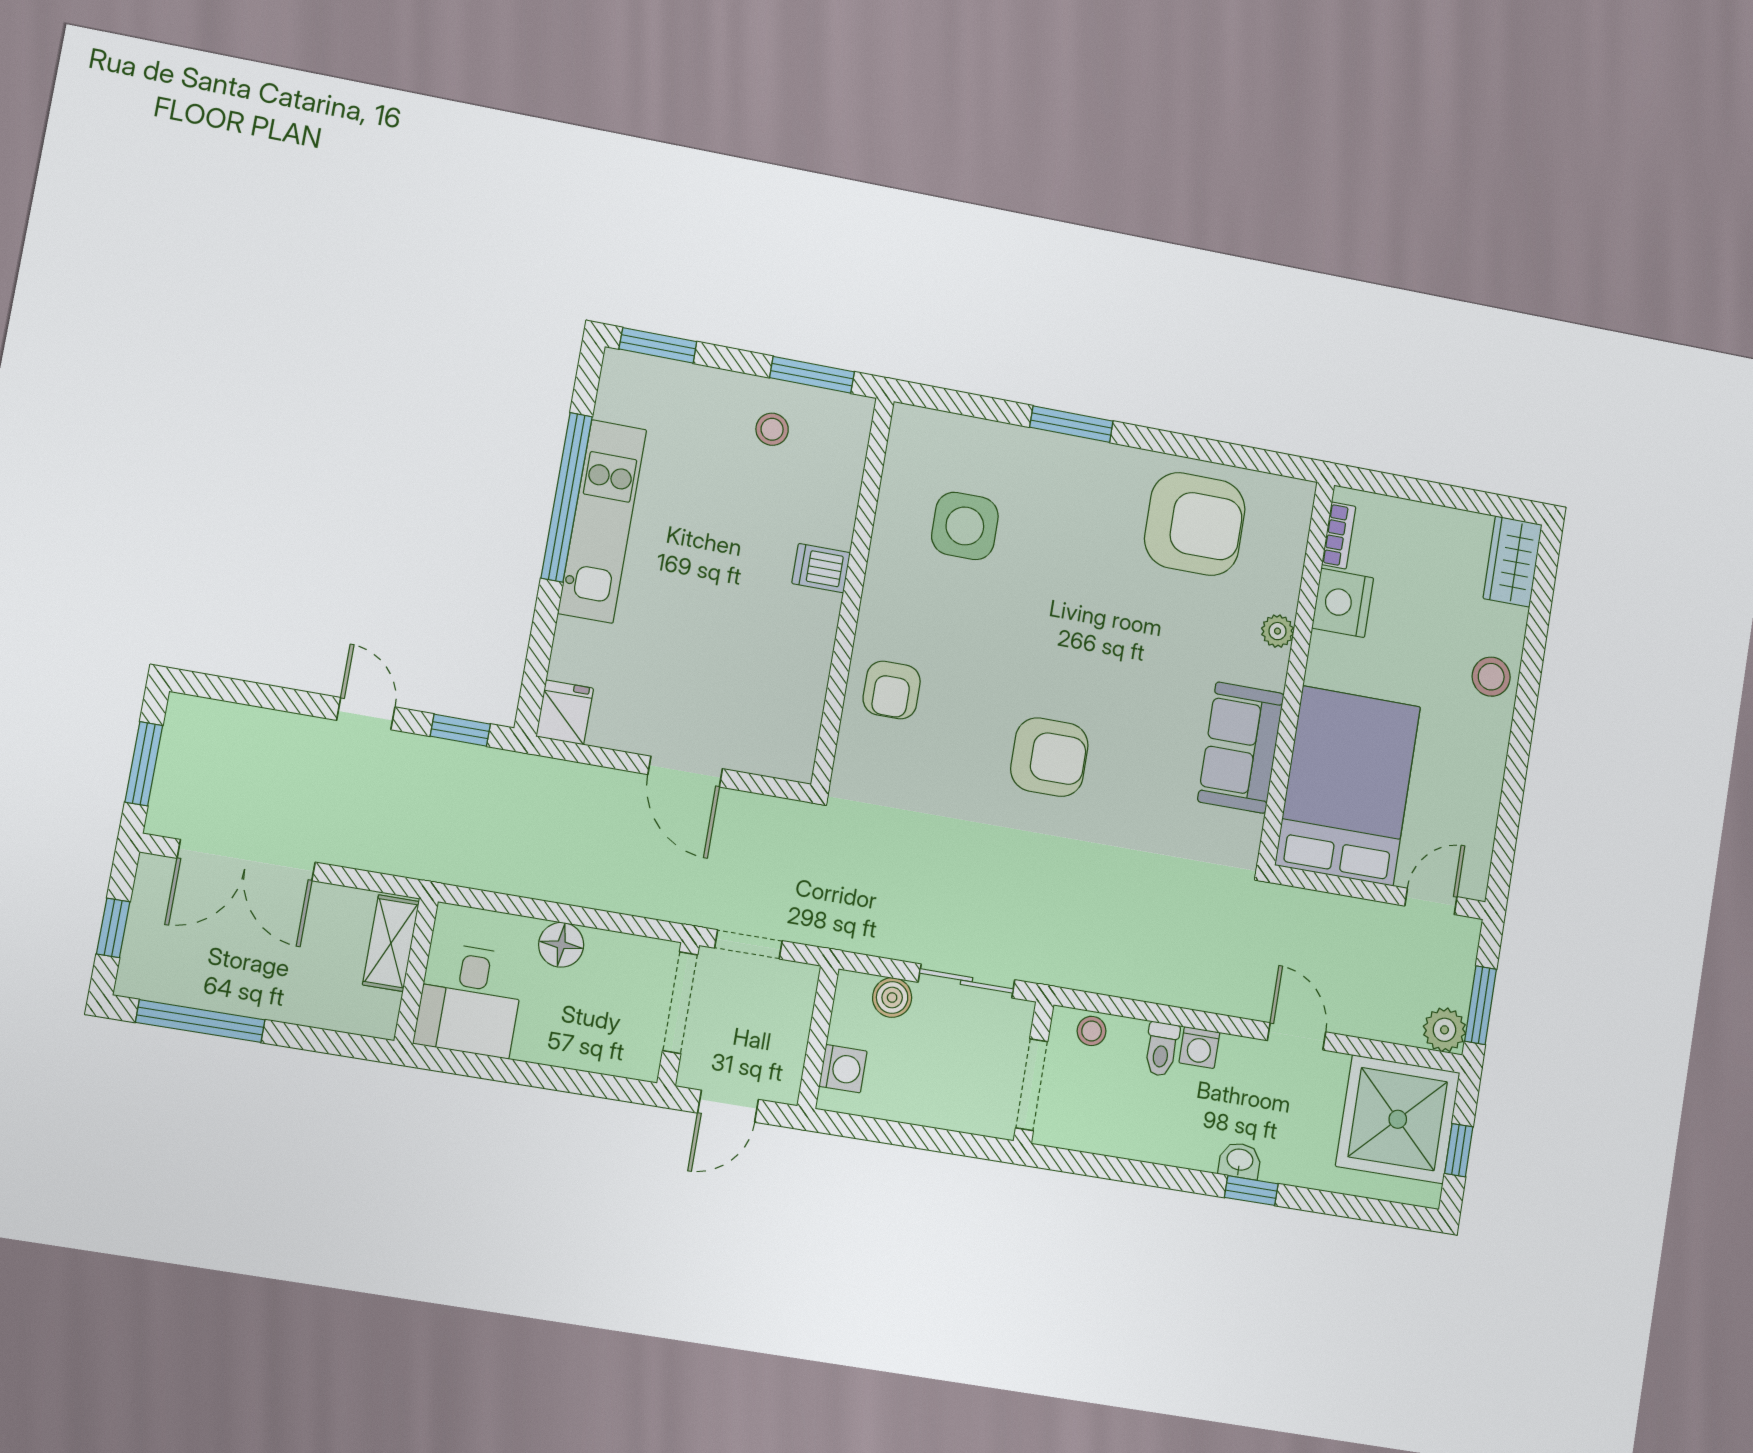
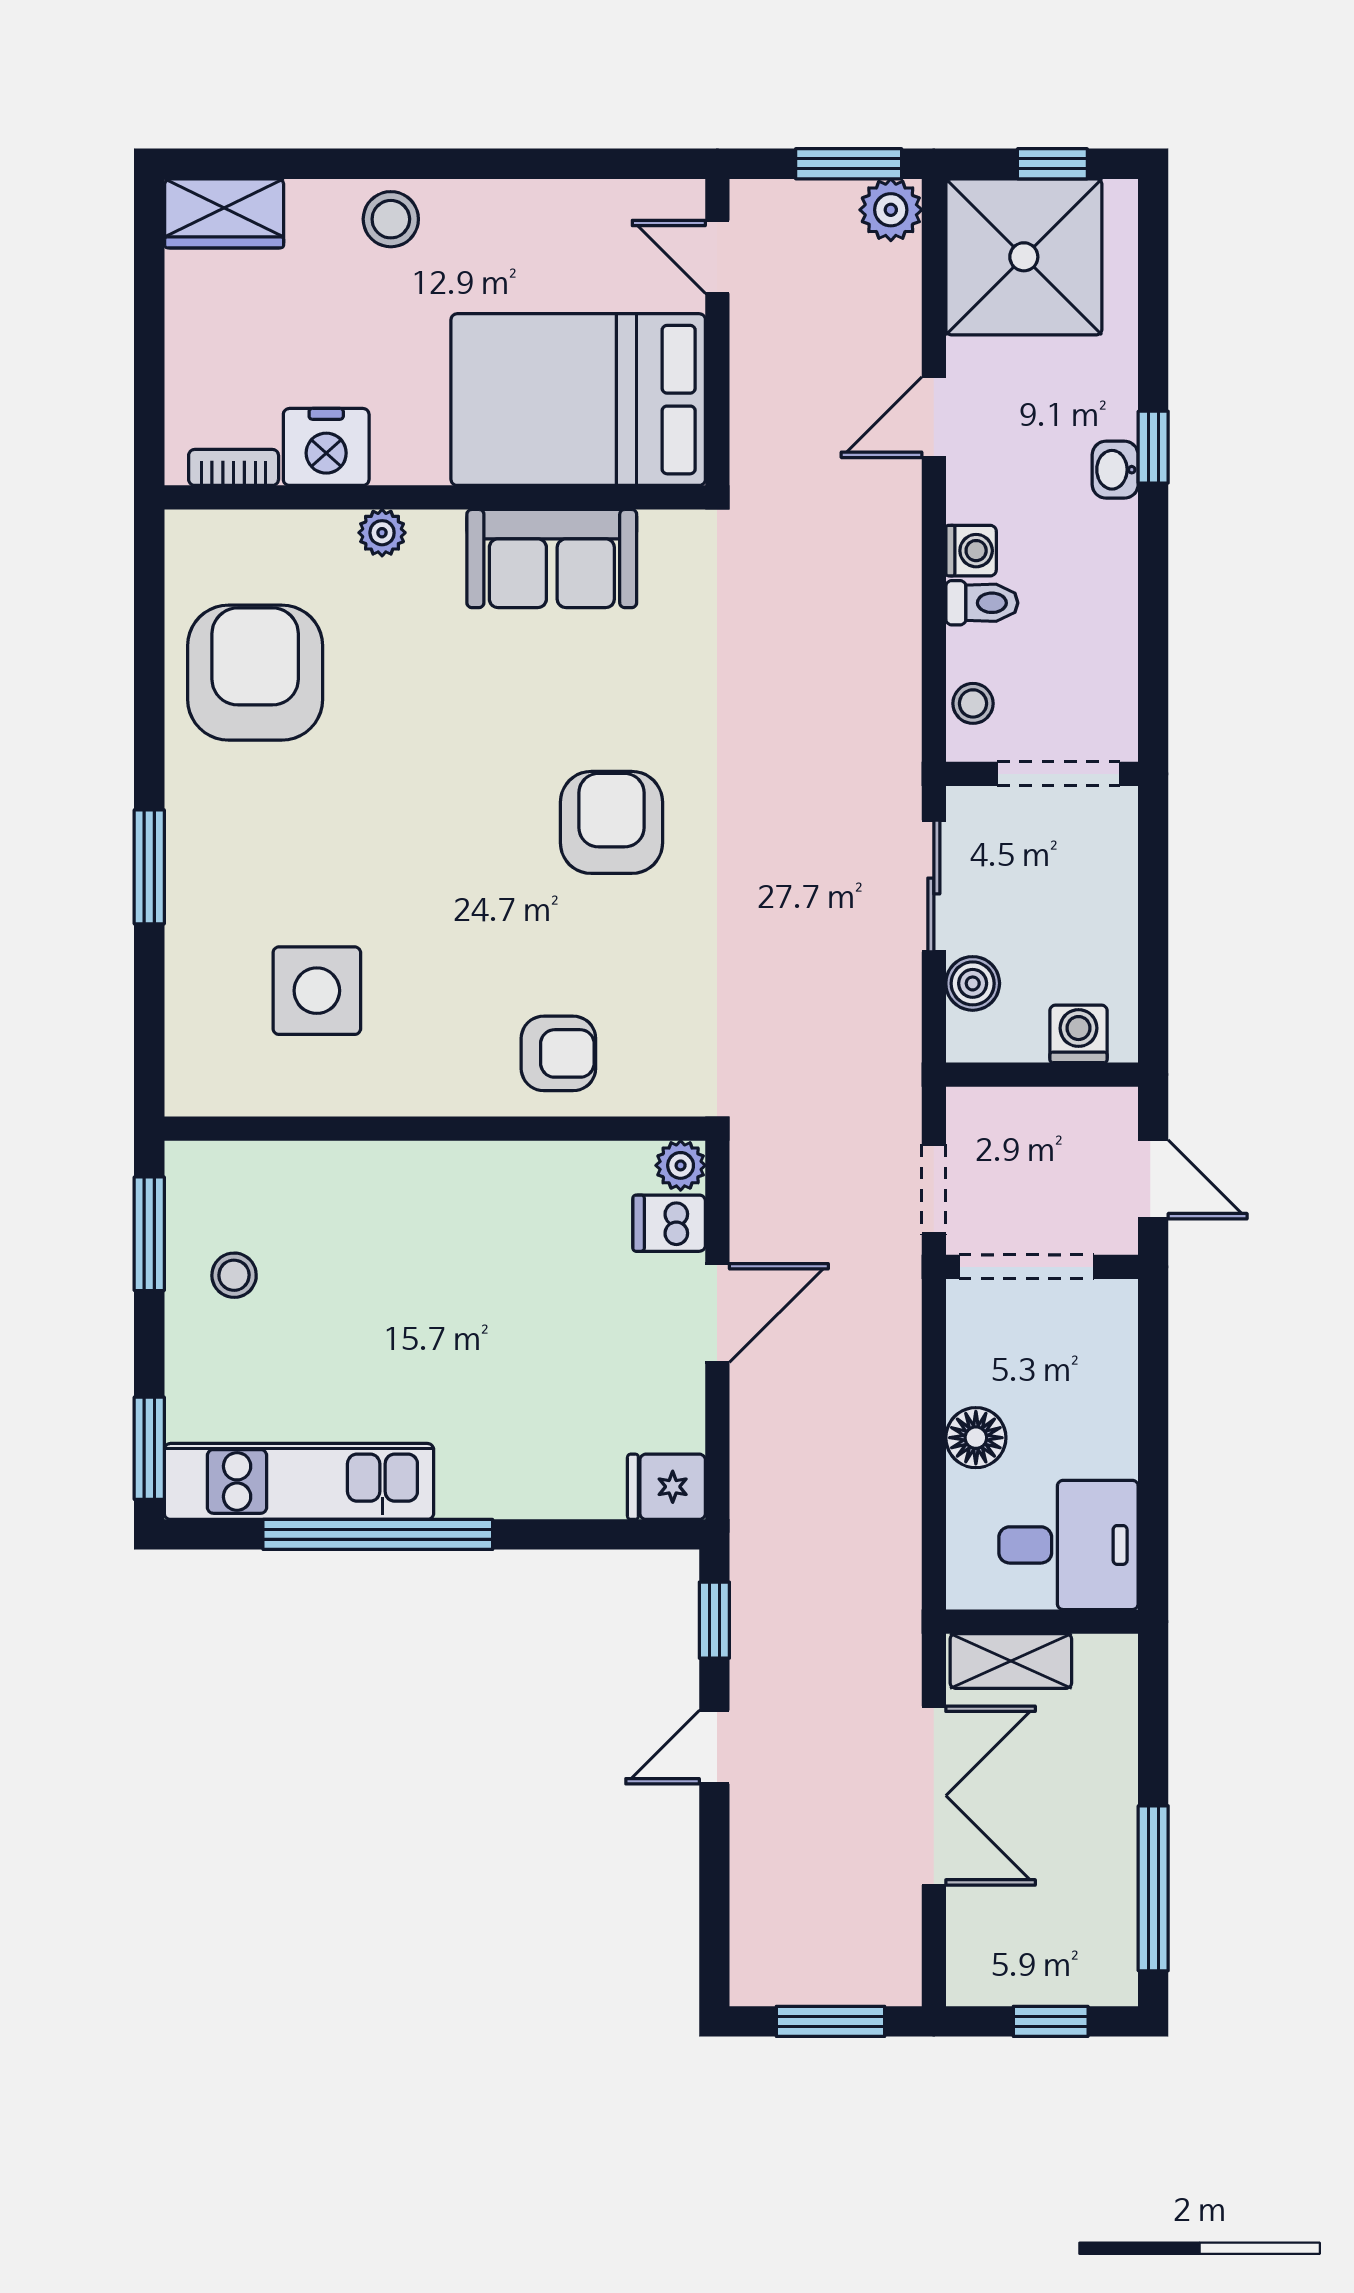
kitchen unit: (602, 521) -> (299, 1481), moved
dishwasher: (821, 568) -> (669, 1223), moved, turned 90
plant: (797, 764) -> (681, 1165), added
double door: (246, 860) -> (934, 1796), moved

